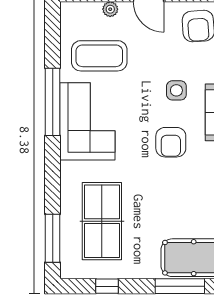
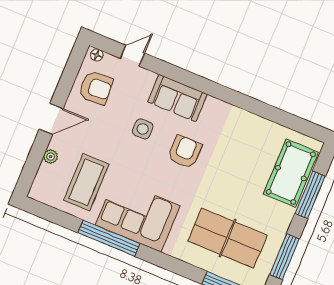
armchair: (171, 142) -> (185, 152), turned -90
window: (107, 286) -> (285, 257), width x2.17

